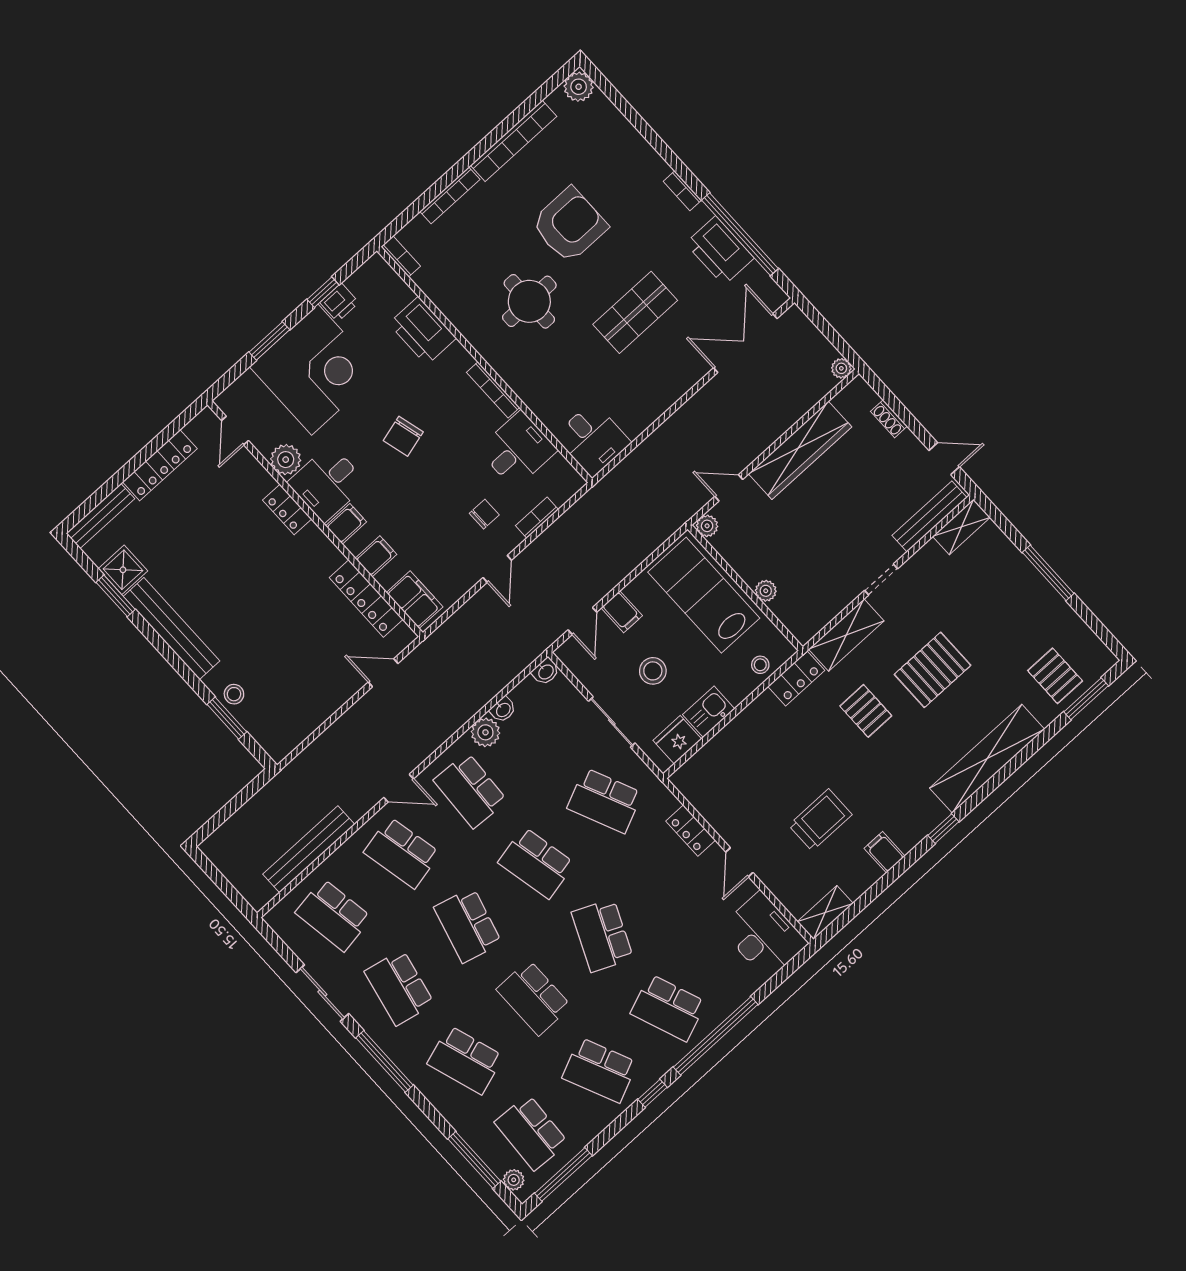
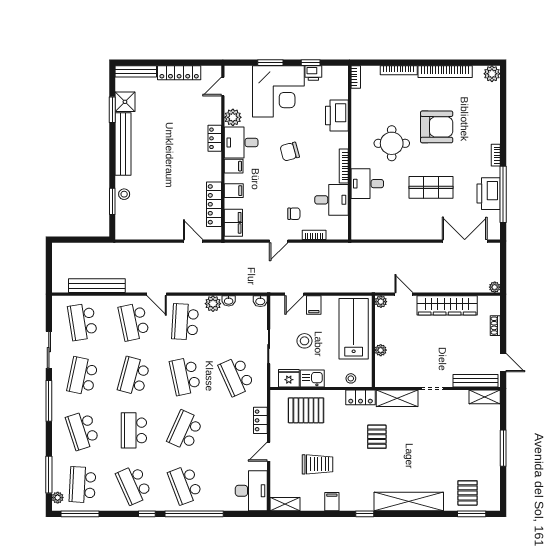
desk: (593, 439) -> (367, 184), moved, turned 90
pallet: (933, 670) -> (306, 410), moved

